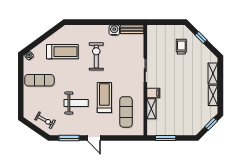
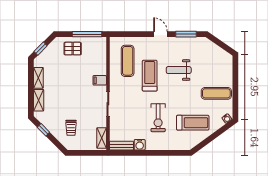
window: (201, 38) -> (43, 130), moved
treadmill: (62, 52) -> (193, 123), turned 180
treadmill: (104, 98) -> (150, 76), turned 180
shelving: (151, 109) -> (102, 138), moved
exercise bike: (45, 120) -> (211, 53), removed
pallet: (180, 124) -> (73, 49), added
window: (166, 138) -> (87, 34), width x1.44

